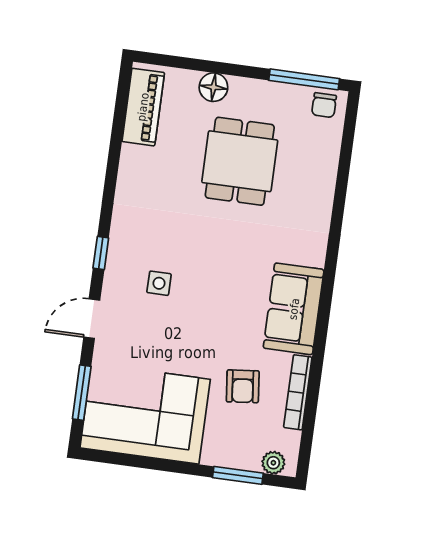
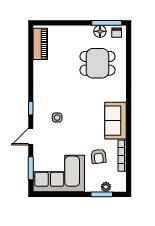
floor lamp: (213, 87) -> (100, 31), moved
dining table: (240, 161) -> (97, 63), moved, turned 90
plant: (273, 463) -> (106, 187), moved

